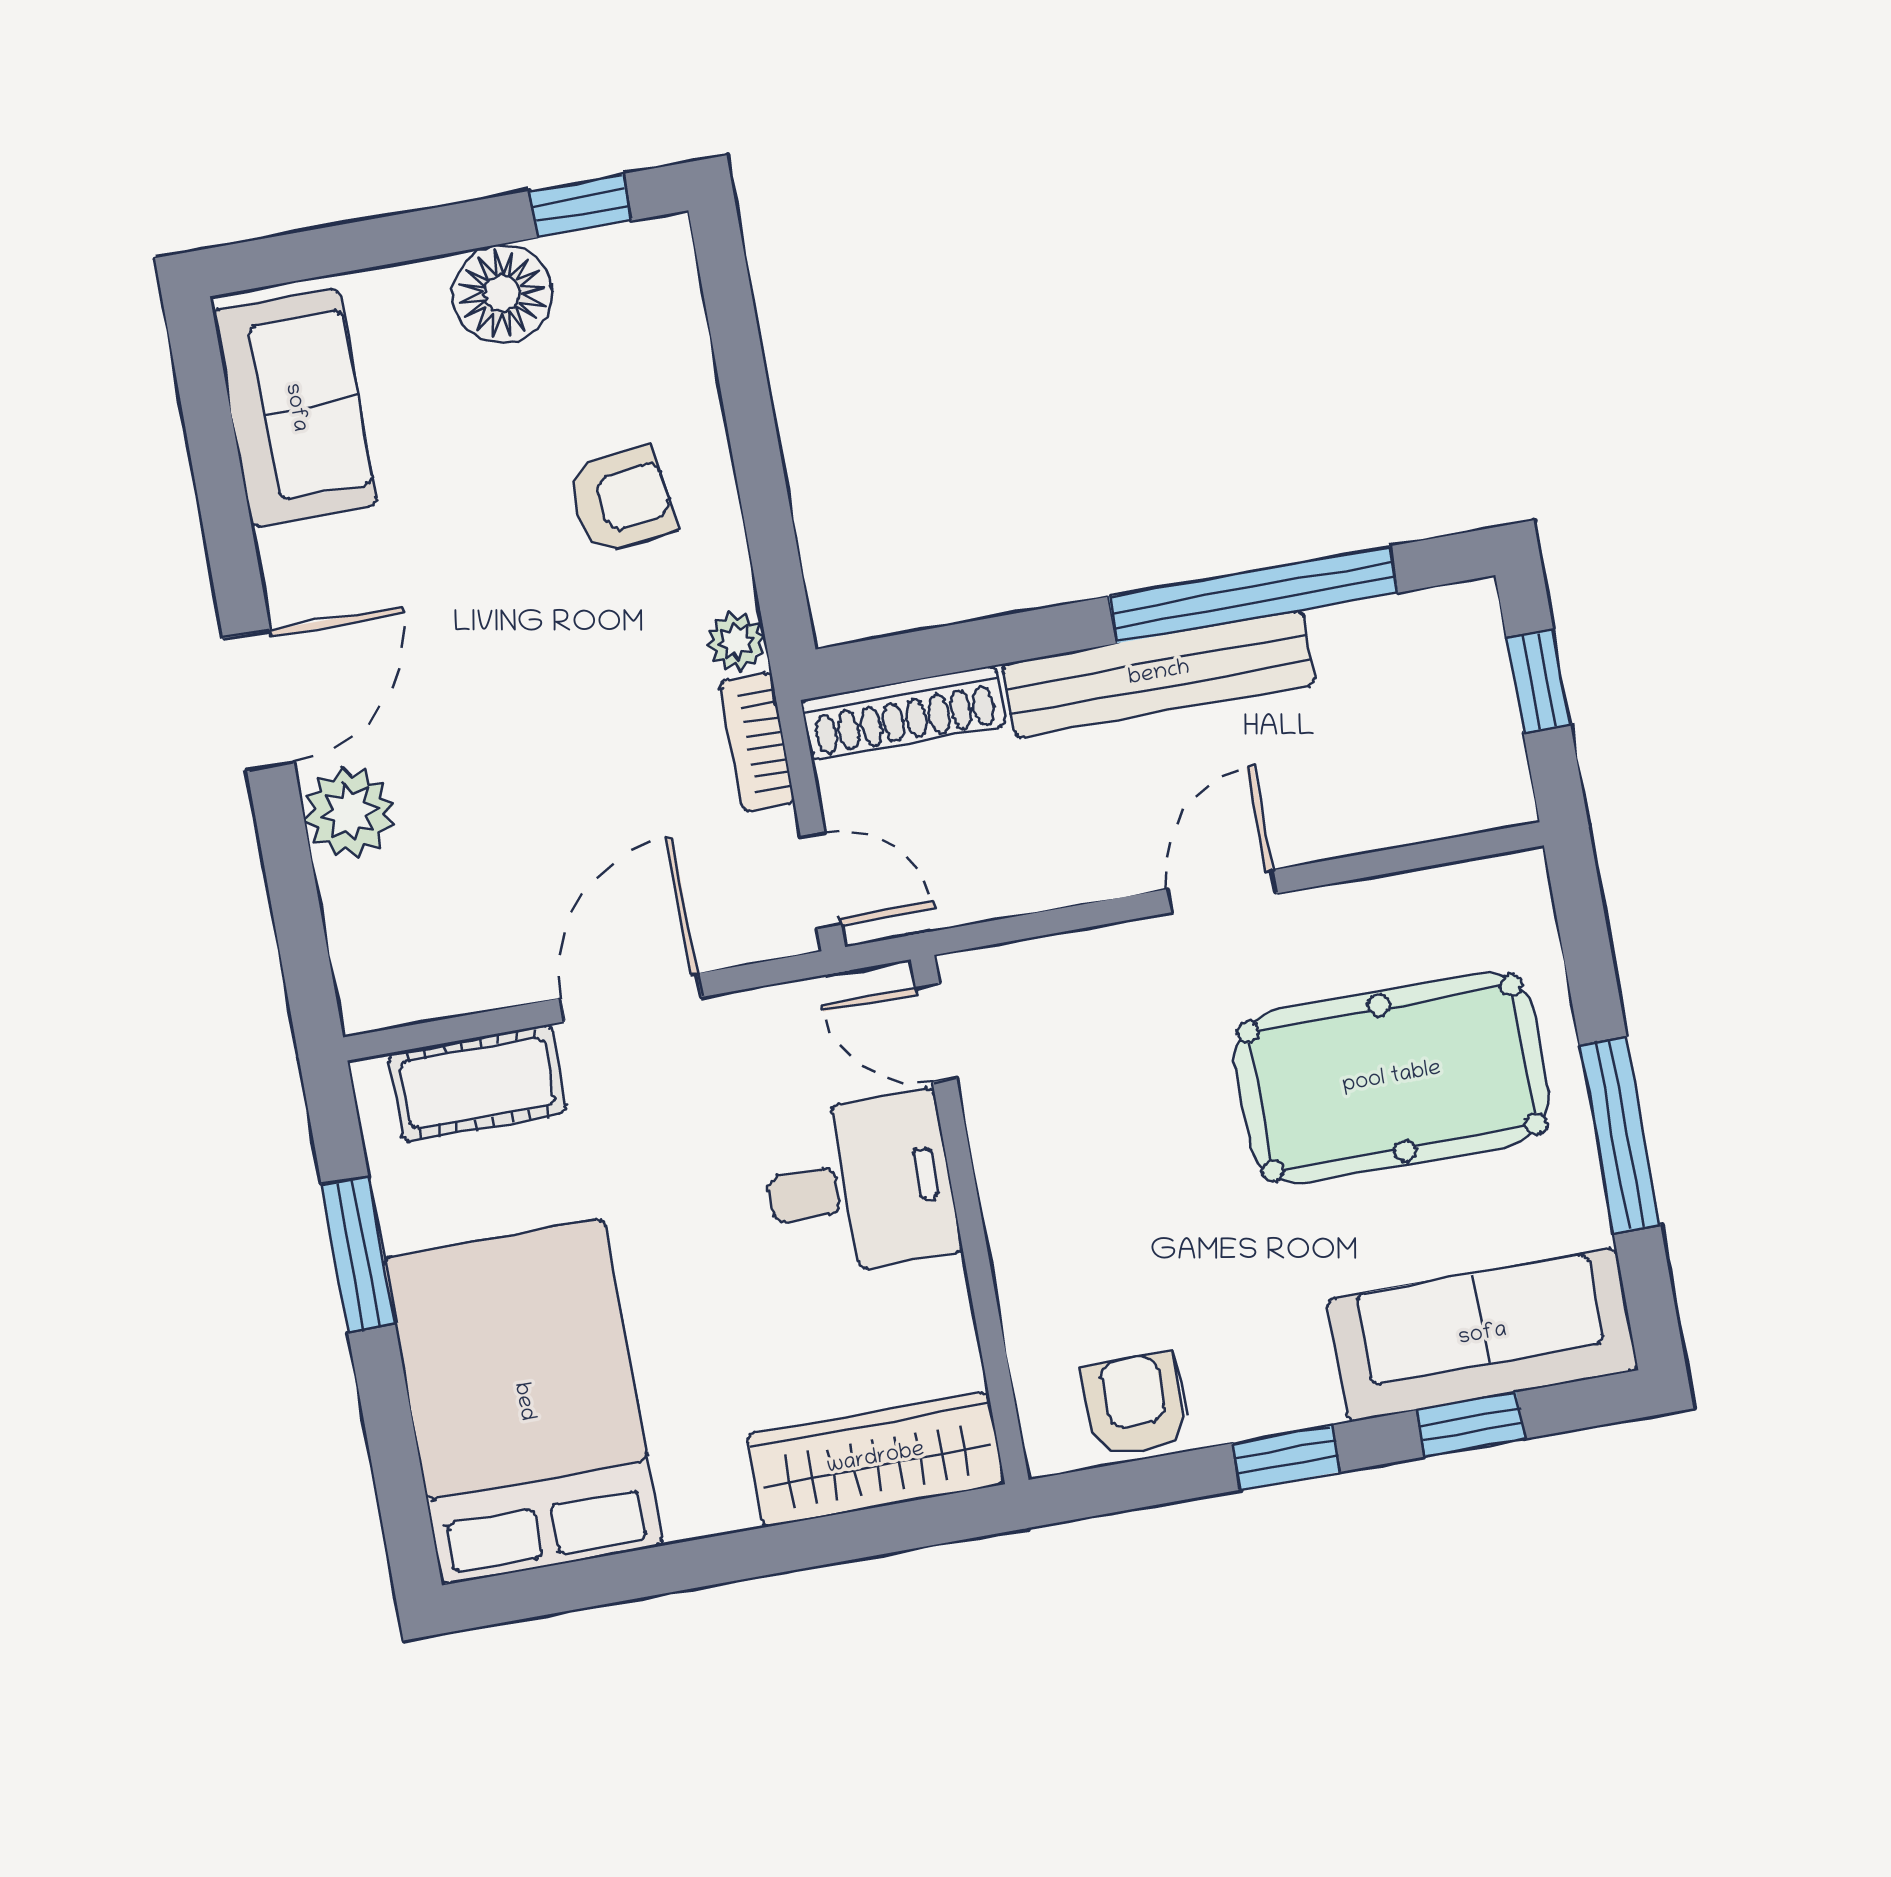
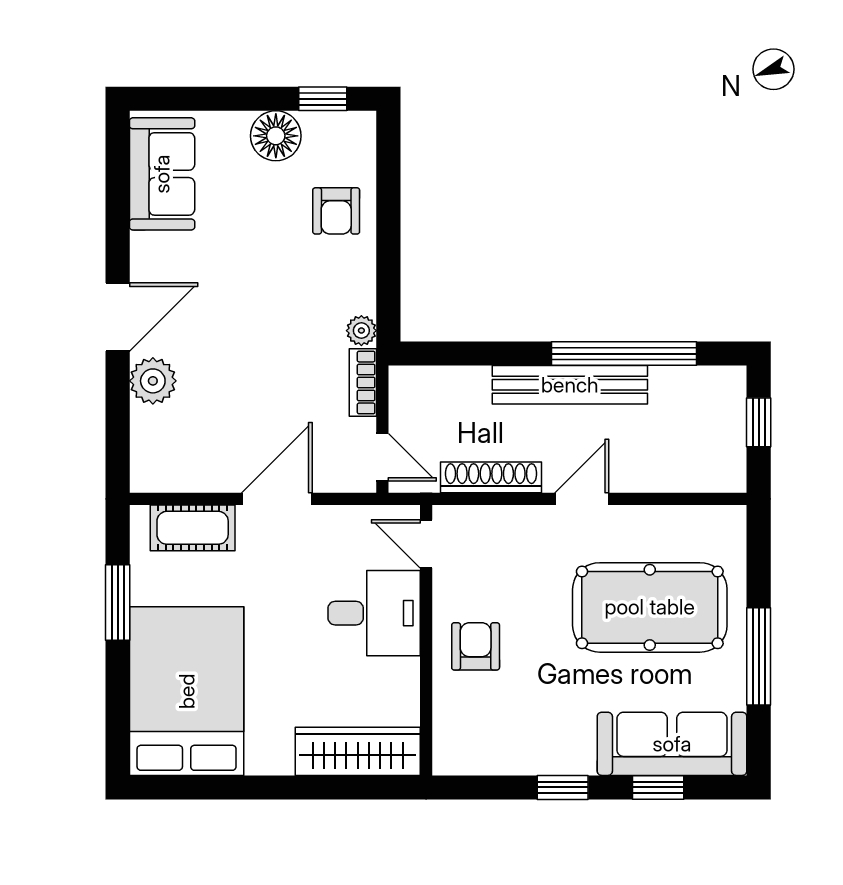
armchair: (621, 500) -> (336, 211), moved, turned 97
shoe rack: (904, 713) -> (491, 477), moved, turned 180
armchair: (1135, 1405) -> (476, 646), moved

